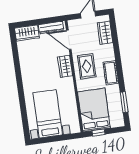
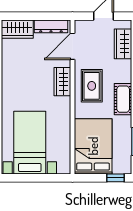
door: (69, 40) -> (72, 46), hinge flipped
window: (99, 133) -> (115, 178), moved

